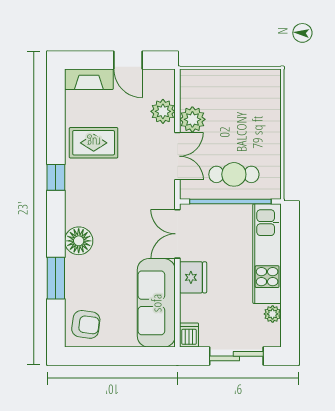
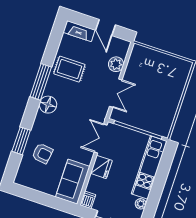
plant: (192, 119) -> (132, 75), removed
cafe table: (234, 174) -> (145, 115), removed
window: (56, 177) -> (41, 82), width x2.17
floor lamp: (79, 241) -> (48, 105), moved
sofa: (156, 303) -> (73, 182), width x0.73
armchair: (86, 324) -> (42, 153), moved

